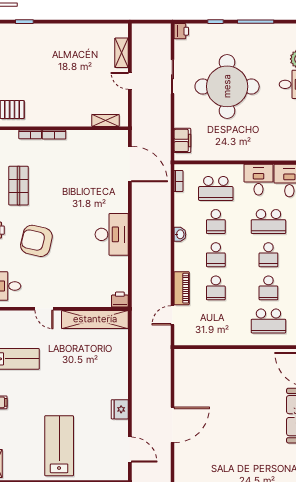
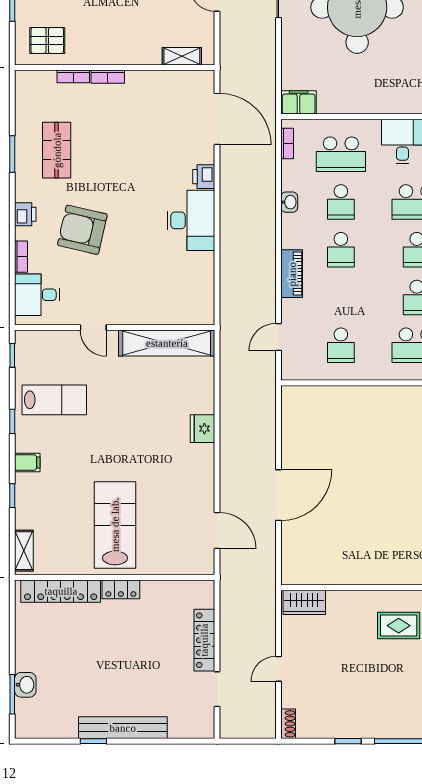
filing cabinet: (182, 140) -> (299, 102), moved, turned -90
washbasin: (180, 234) -> (289, 202), moved
piano: (182, 288) -> (292, 274), moved
school desk: (216, 288) -> (341, 345), moved
printer: (120, 299) -> (204, 177), moved, turned -90
fridge: (120, 409) -> (203, 429), moved

